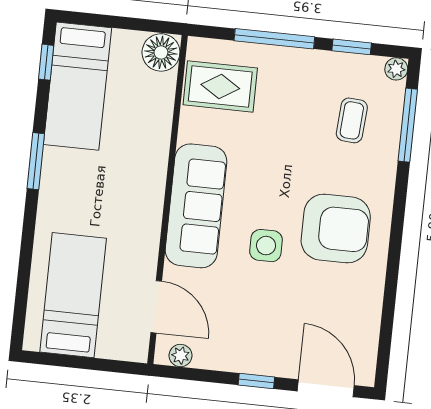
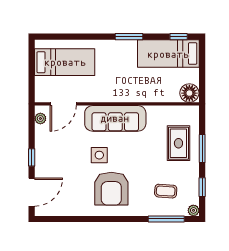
window: (274, 39) -> (202, 148), width x0.69
rug: (220, 86) -> (178, 143), moved

